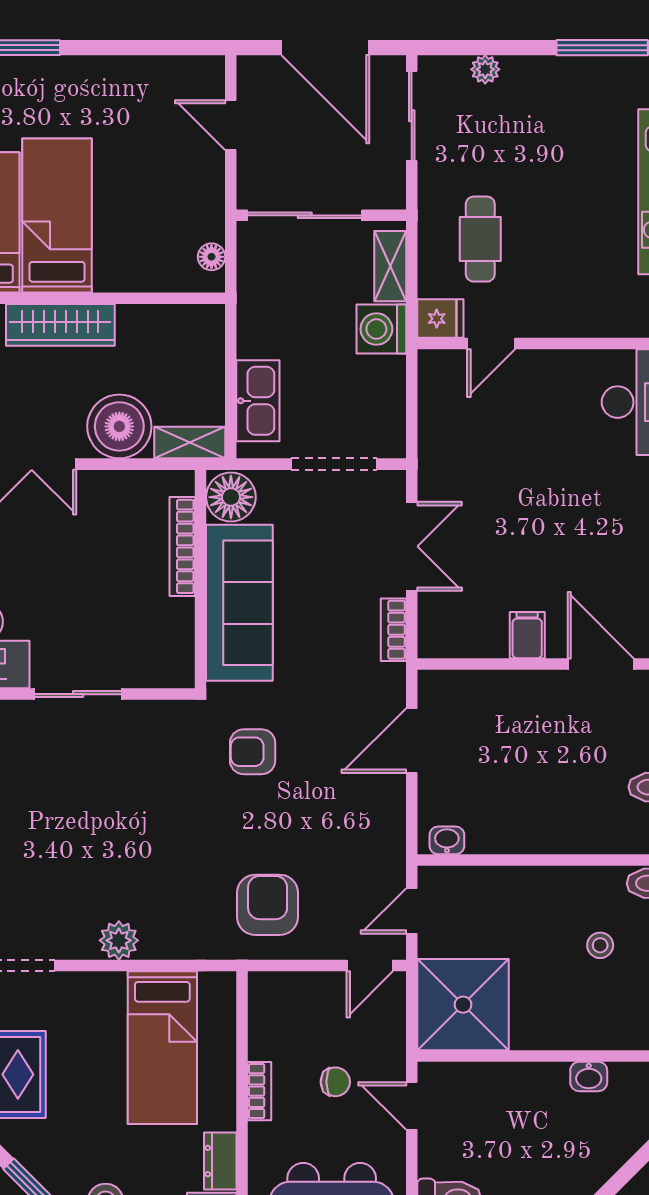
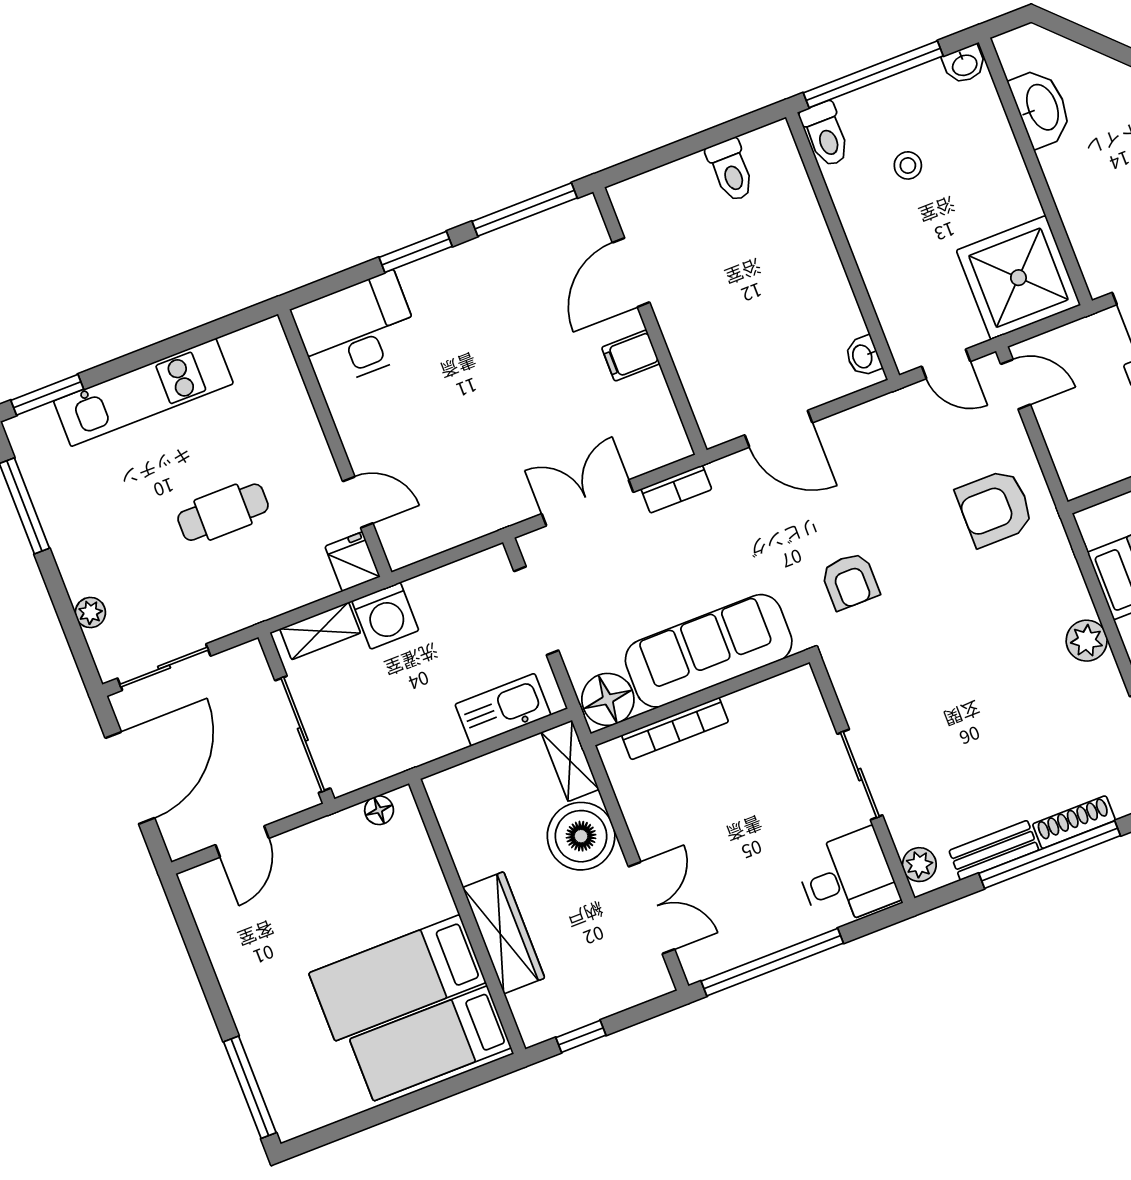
cafe table: (480, 239) -> (223, 512), moved
washbasin: (589, 1076) -> (1041, 108), width x1.91, depth x1.45

